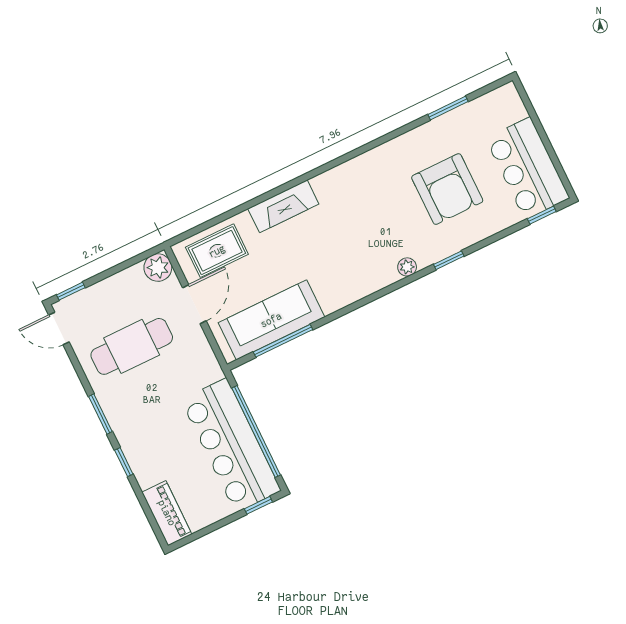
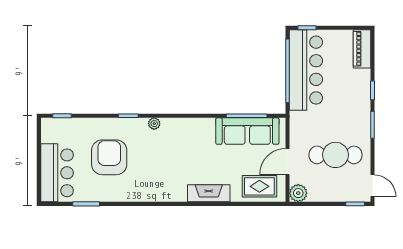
bar counter: (528, 168) -> (57, 173), moved

